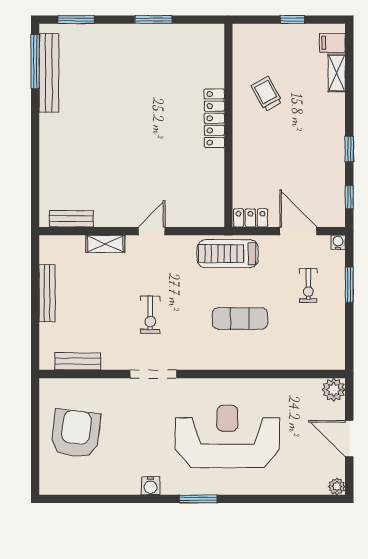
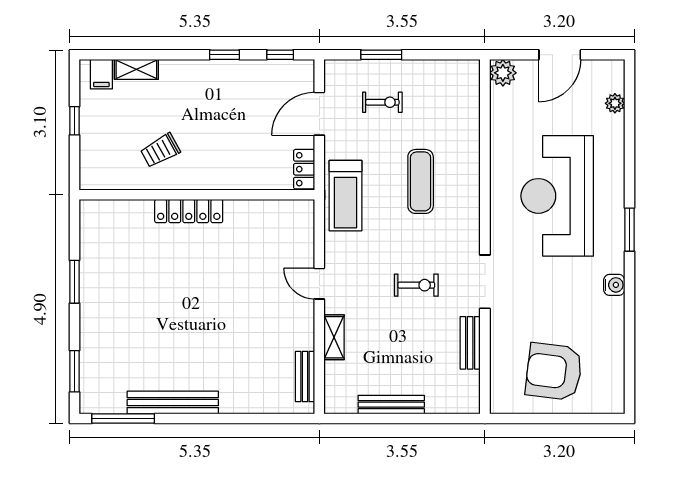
bench: (49, 73) -> (173, 403), moved
water cooler: (338, 242) -> (332, 68), removed
bench: (78, 361) -> (470, 343), moved
plant: (337, 486) -> (615, 103), moved

